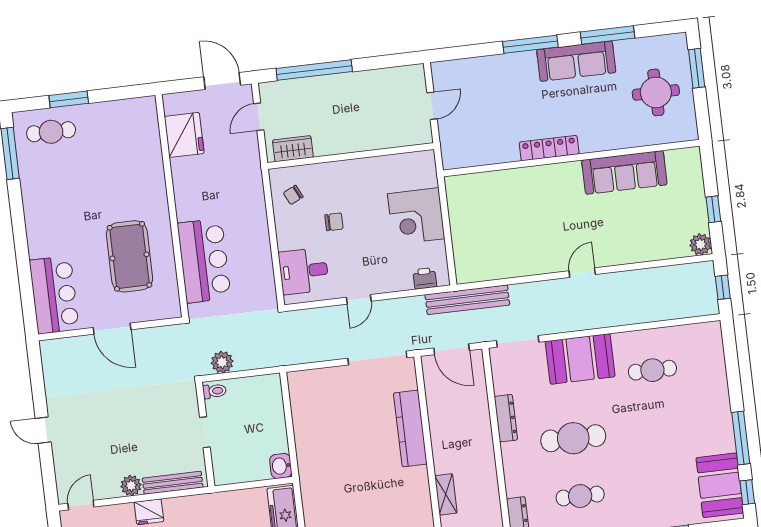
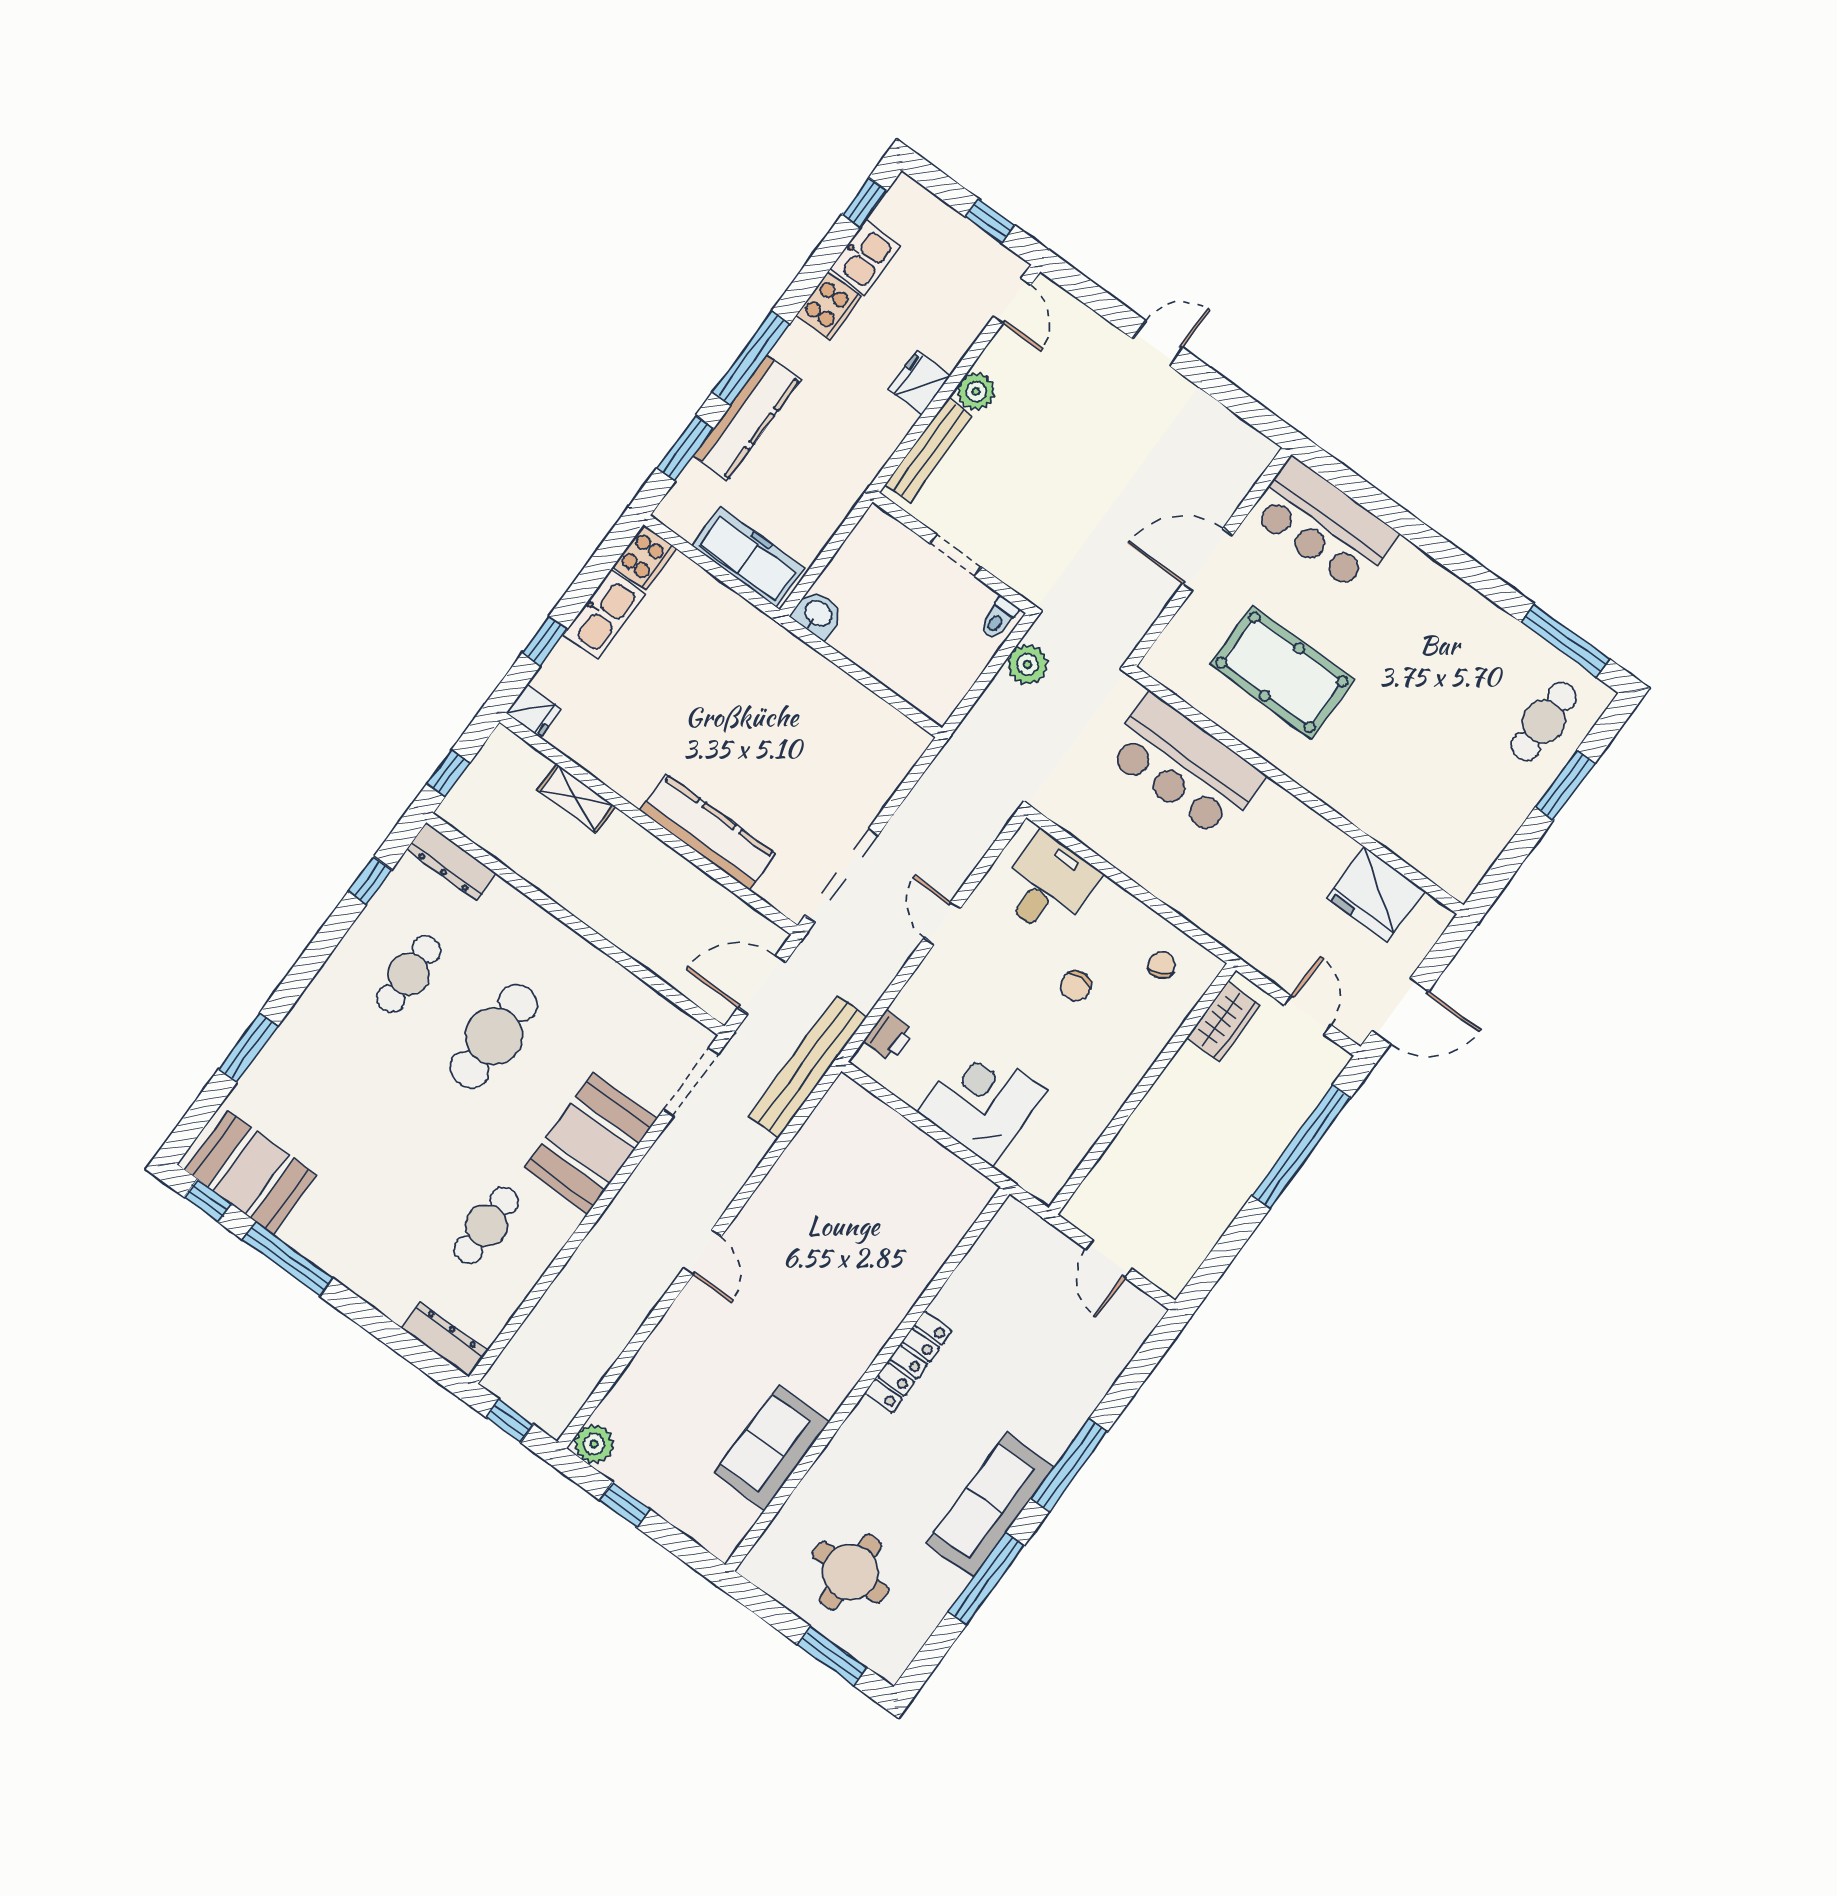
sofa: (624, 172) -> (772, 1448), width x0.73
dresser: (506, 418) -> (445, 1339), moved, turned 180

